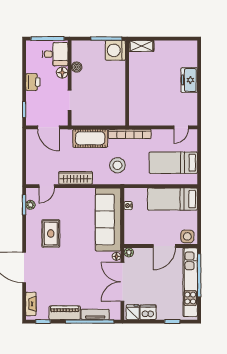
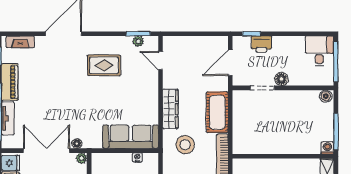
washing machine: (115, 50) -> (327, 148), width x0.53, depth x0.53
desk: (55, 54) -> (319, 51), moved, turned 180
boiler: (77, 67) -> (326, 96), moved
floor lamp: (62, 73) -> (281, 79), moved
printer: (33, 82) -> (261, 44), moved
wardrobe: (76, 178) -> (170, 109), moved
sofa: (108, 220) -> (131, 137), width x0.74, depth x0.79

